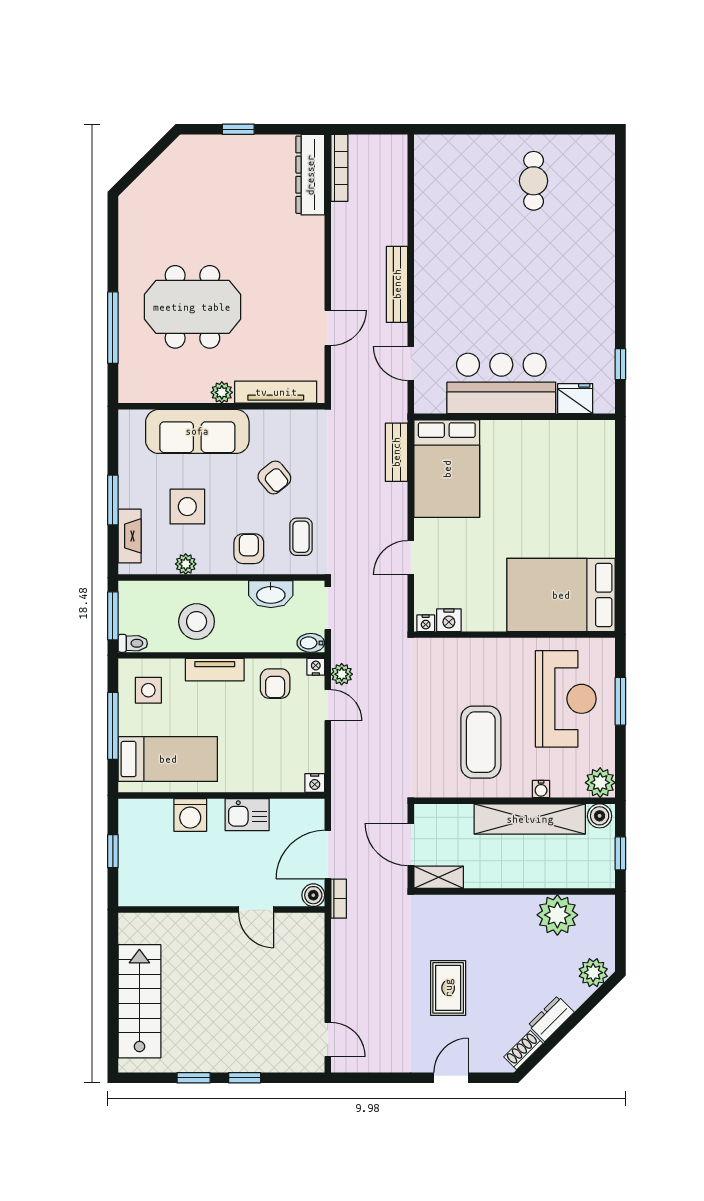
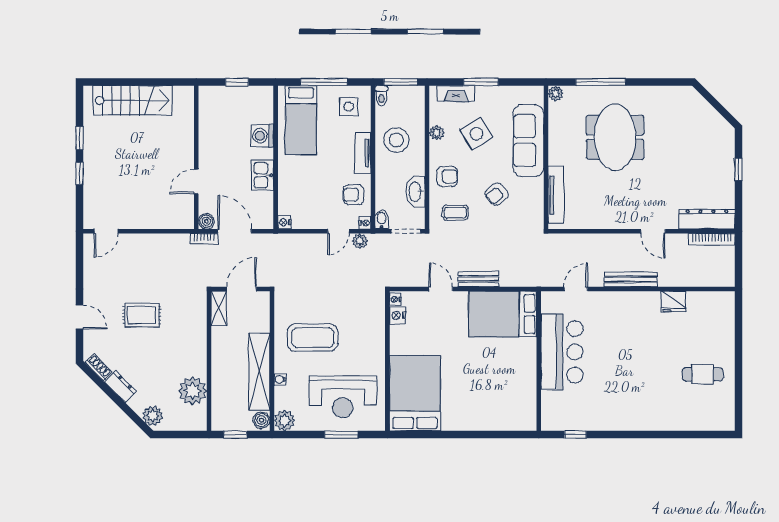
door: (328, 328) -> (653, 231), moved
plant: (222, 392) -> (556, 93), moved
fridge: (575, 399) -> (674, 302), moved, turned 90
bench: (396, 452) -> (478, 279), moved
side table: (187, 507) -> (476, 134), turned -32

